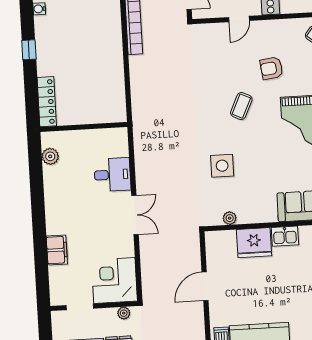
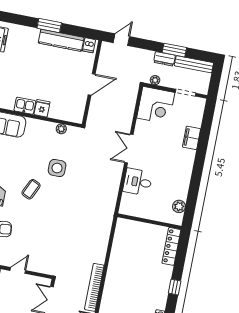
coffee table: (241, 106) -> (31, 189), moved
fridge: (254, 243) -> (42, 108), width x0.53, depth x0.75

